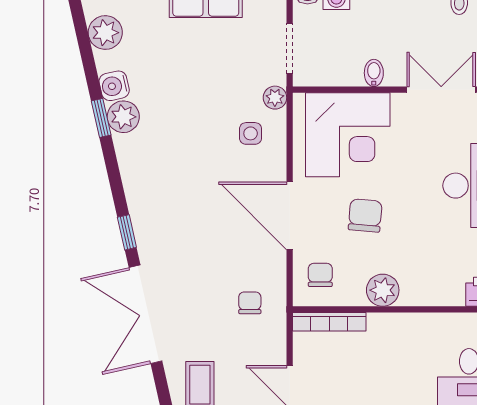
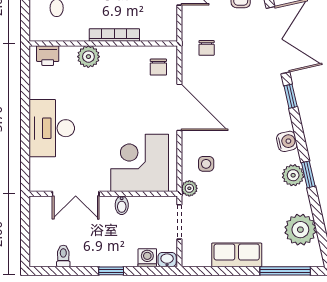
plant: (105, 33) -> (300, 230), width x1.36, depth x1.36
water cooler: (114, 86) -> (287, 141), moved
chair: (365, 215) -> (128, 108), removed
plant: (383, 290) -> (88, 57), moved
bookcase: (329, 322) -> (114, 35), moved

